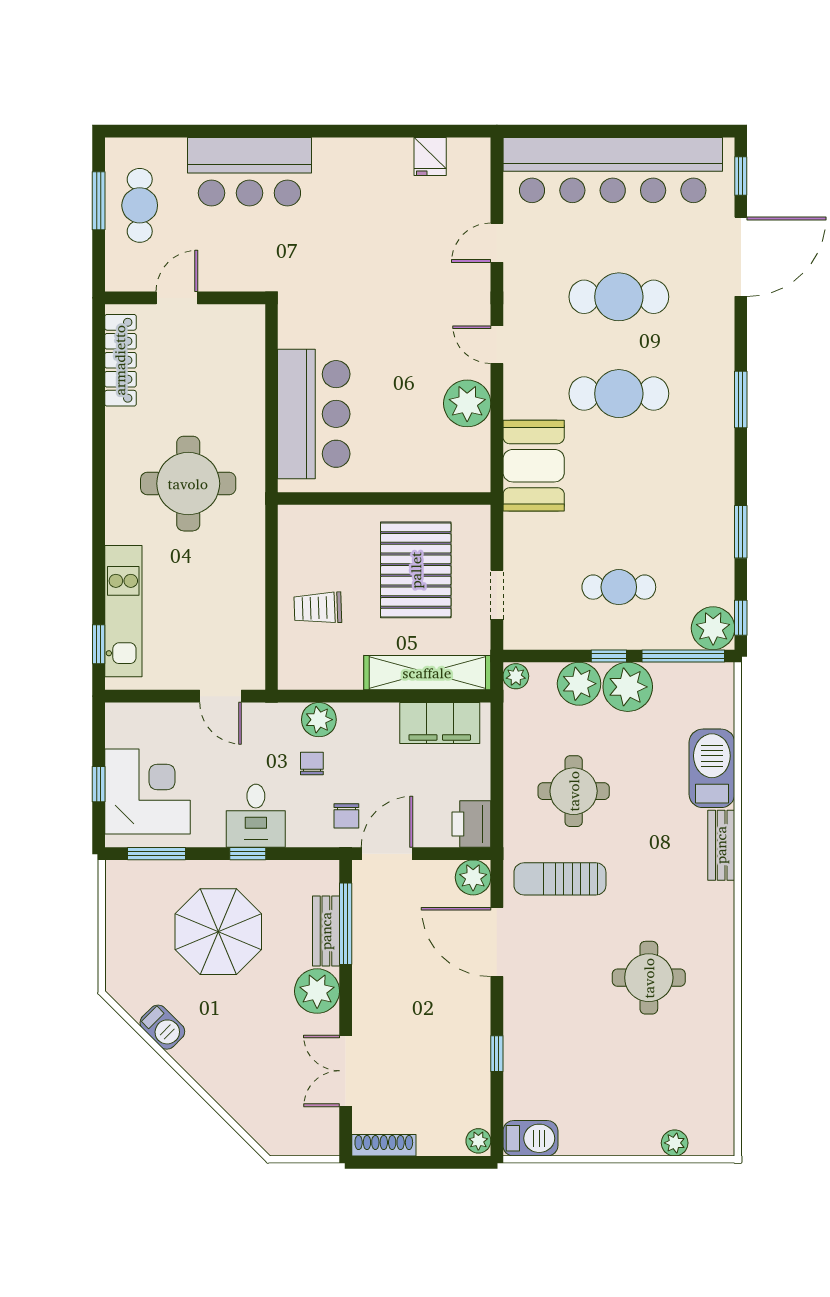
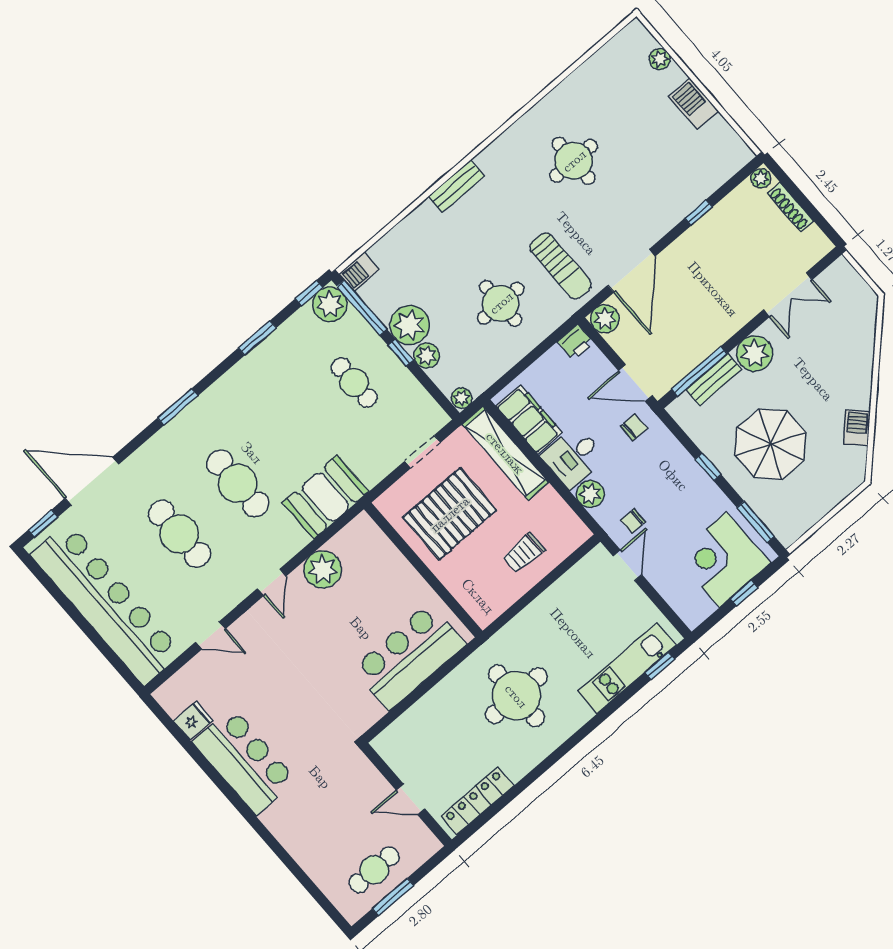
bar counter: (249, 172) -> (244, 761), moved
trolley: (318, 608) -> (524, 553), turned 92
plant: (579, 684) -> (427, 356), width x0.73, depth x0.73
chair: (312, 764) -> (633, 521), moved
barbecue: (712, 768) -> (359, 272), moved, width x0.53, depth x0.65
desk: (256, 816) -> (573, 457), moved, turned 180
printer: (471, 824) -> (575, 342), width x0.73, depth x0.81
barbecue: (530, 1138) -> (694, 104), moved
shoe rack: (384, 1145) -> (790, 207), moved

